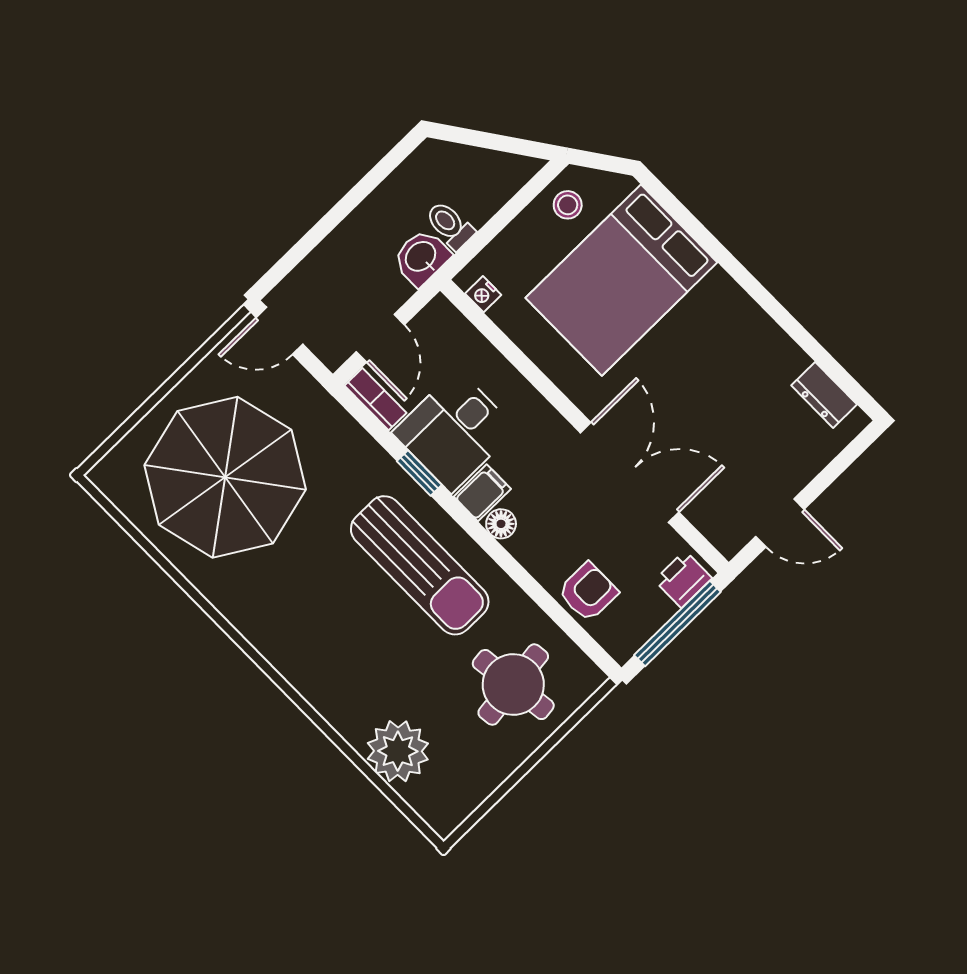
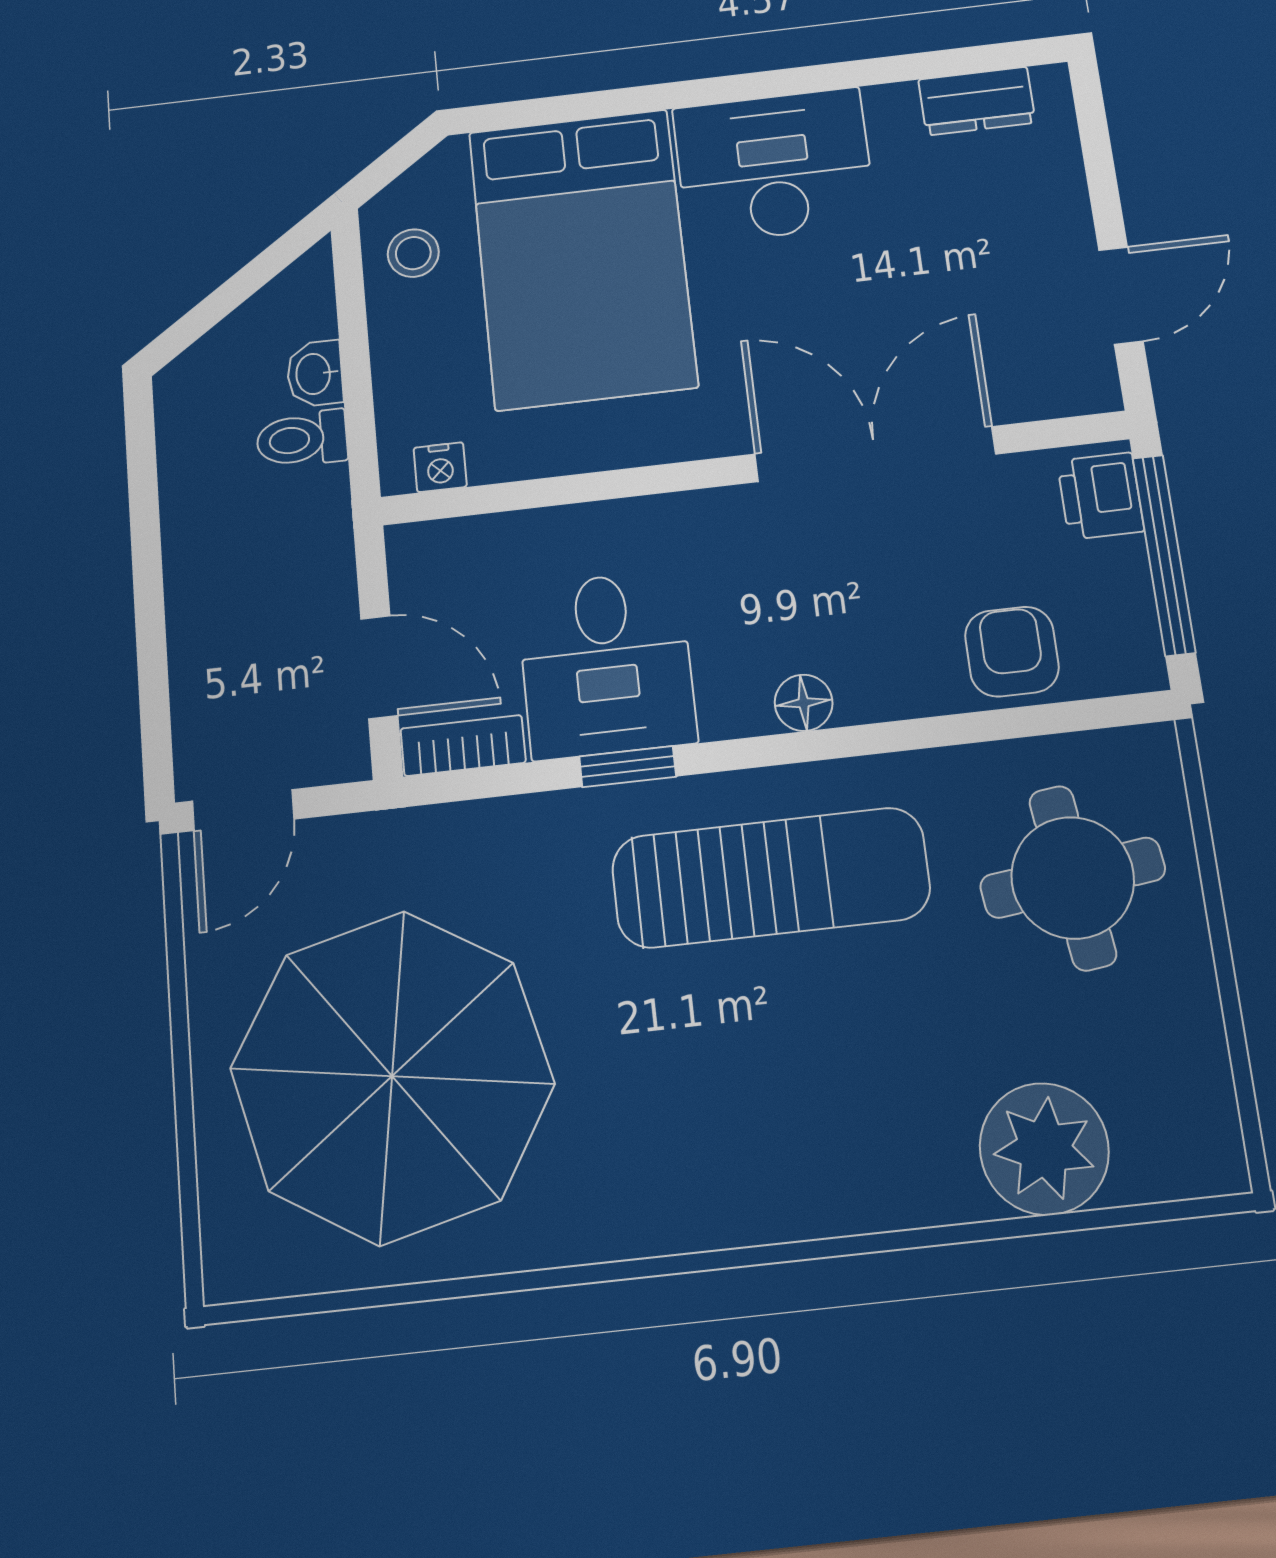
washbasin: (421, 257) -> (315, 374), moved, width x0.72, depth x0.69
desk: (727, 330) -> (774, 166), added
filing cabinet: (482, 493) -> (734, 694), removed

